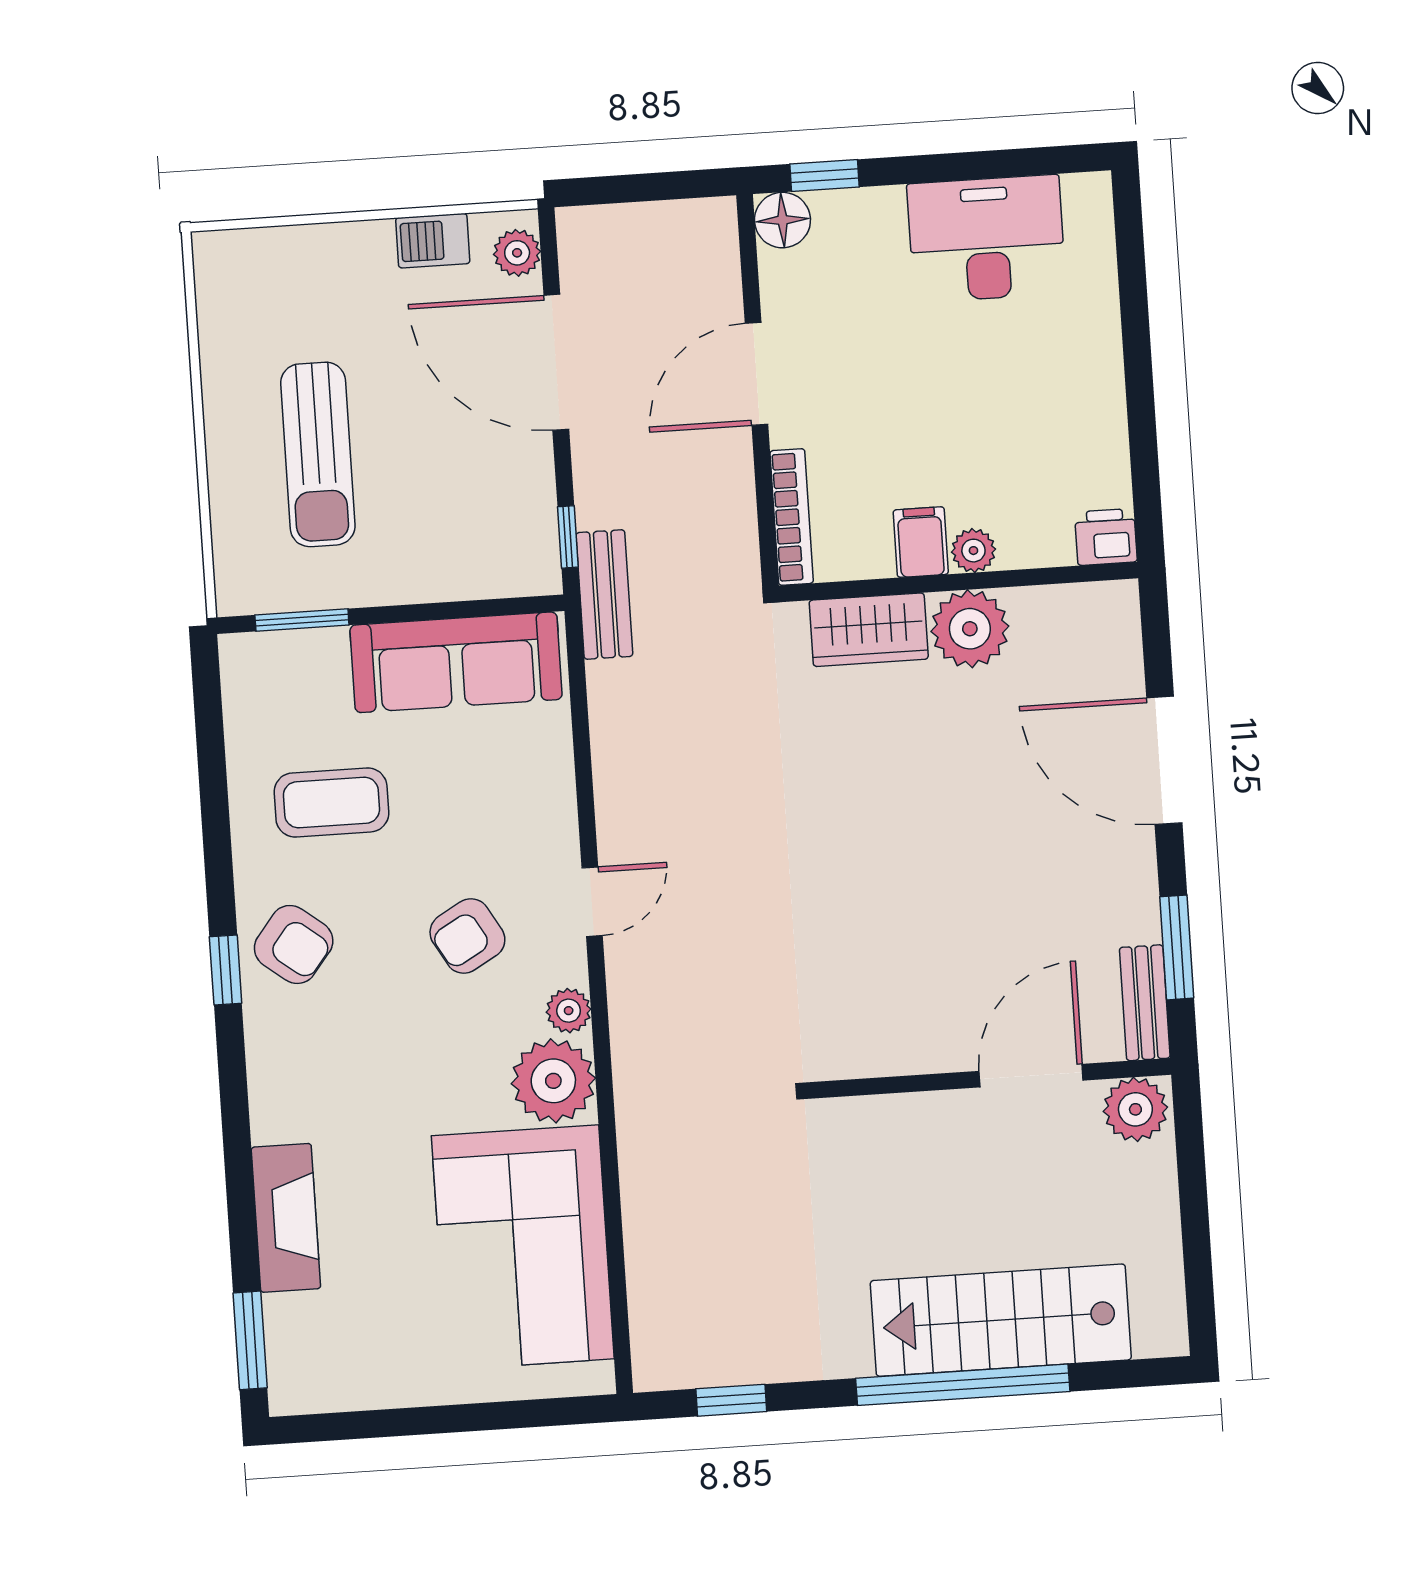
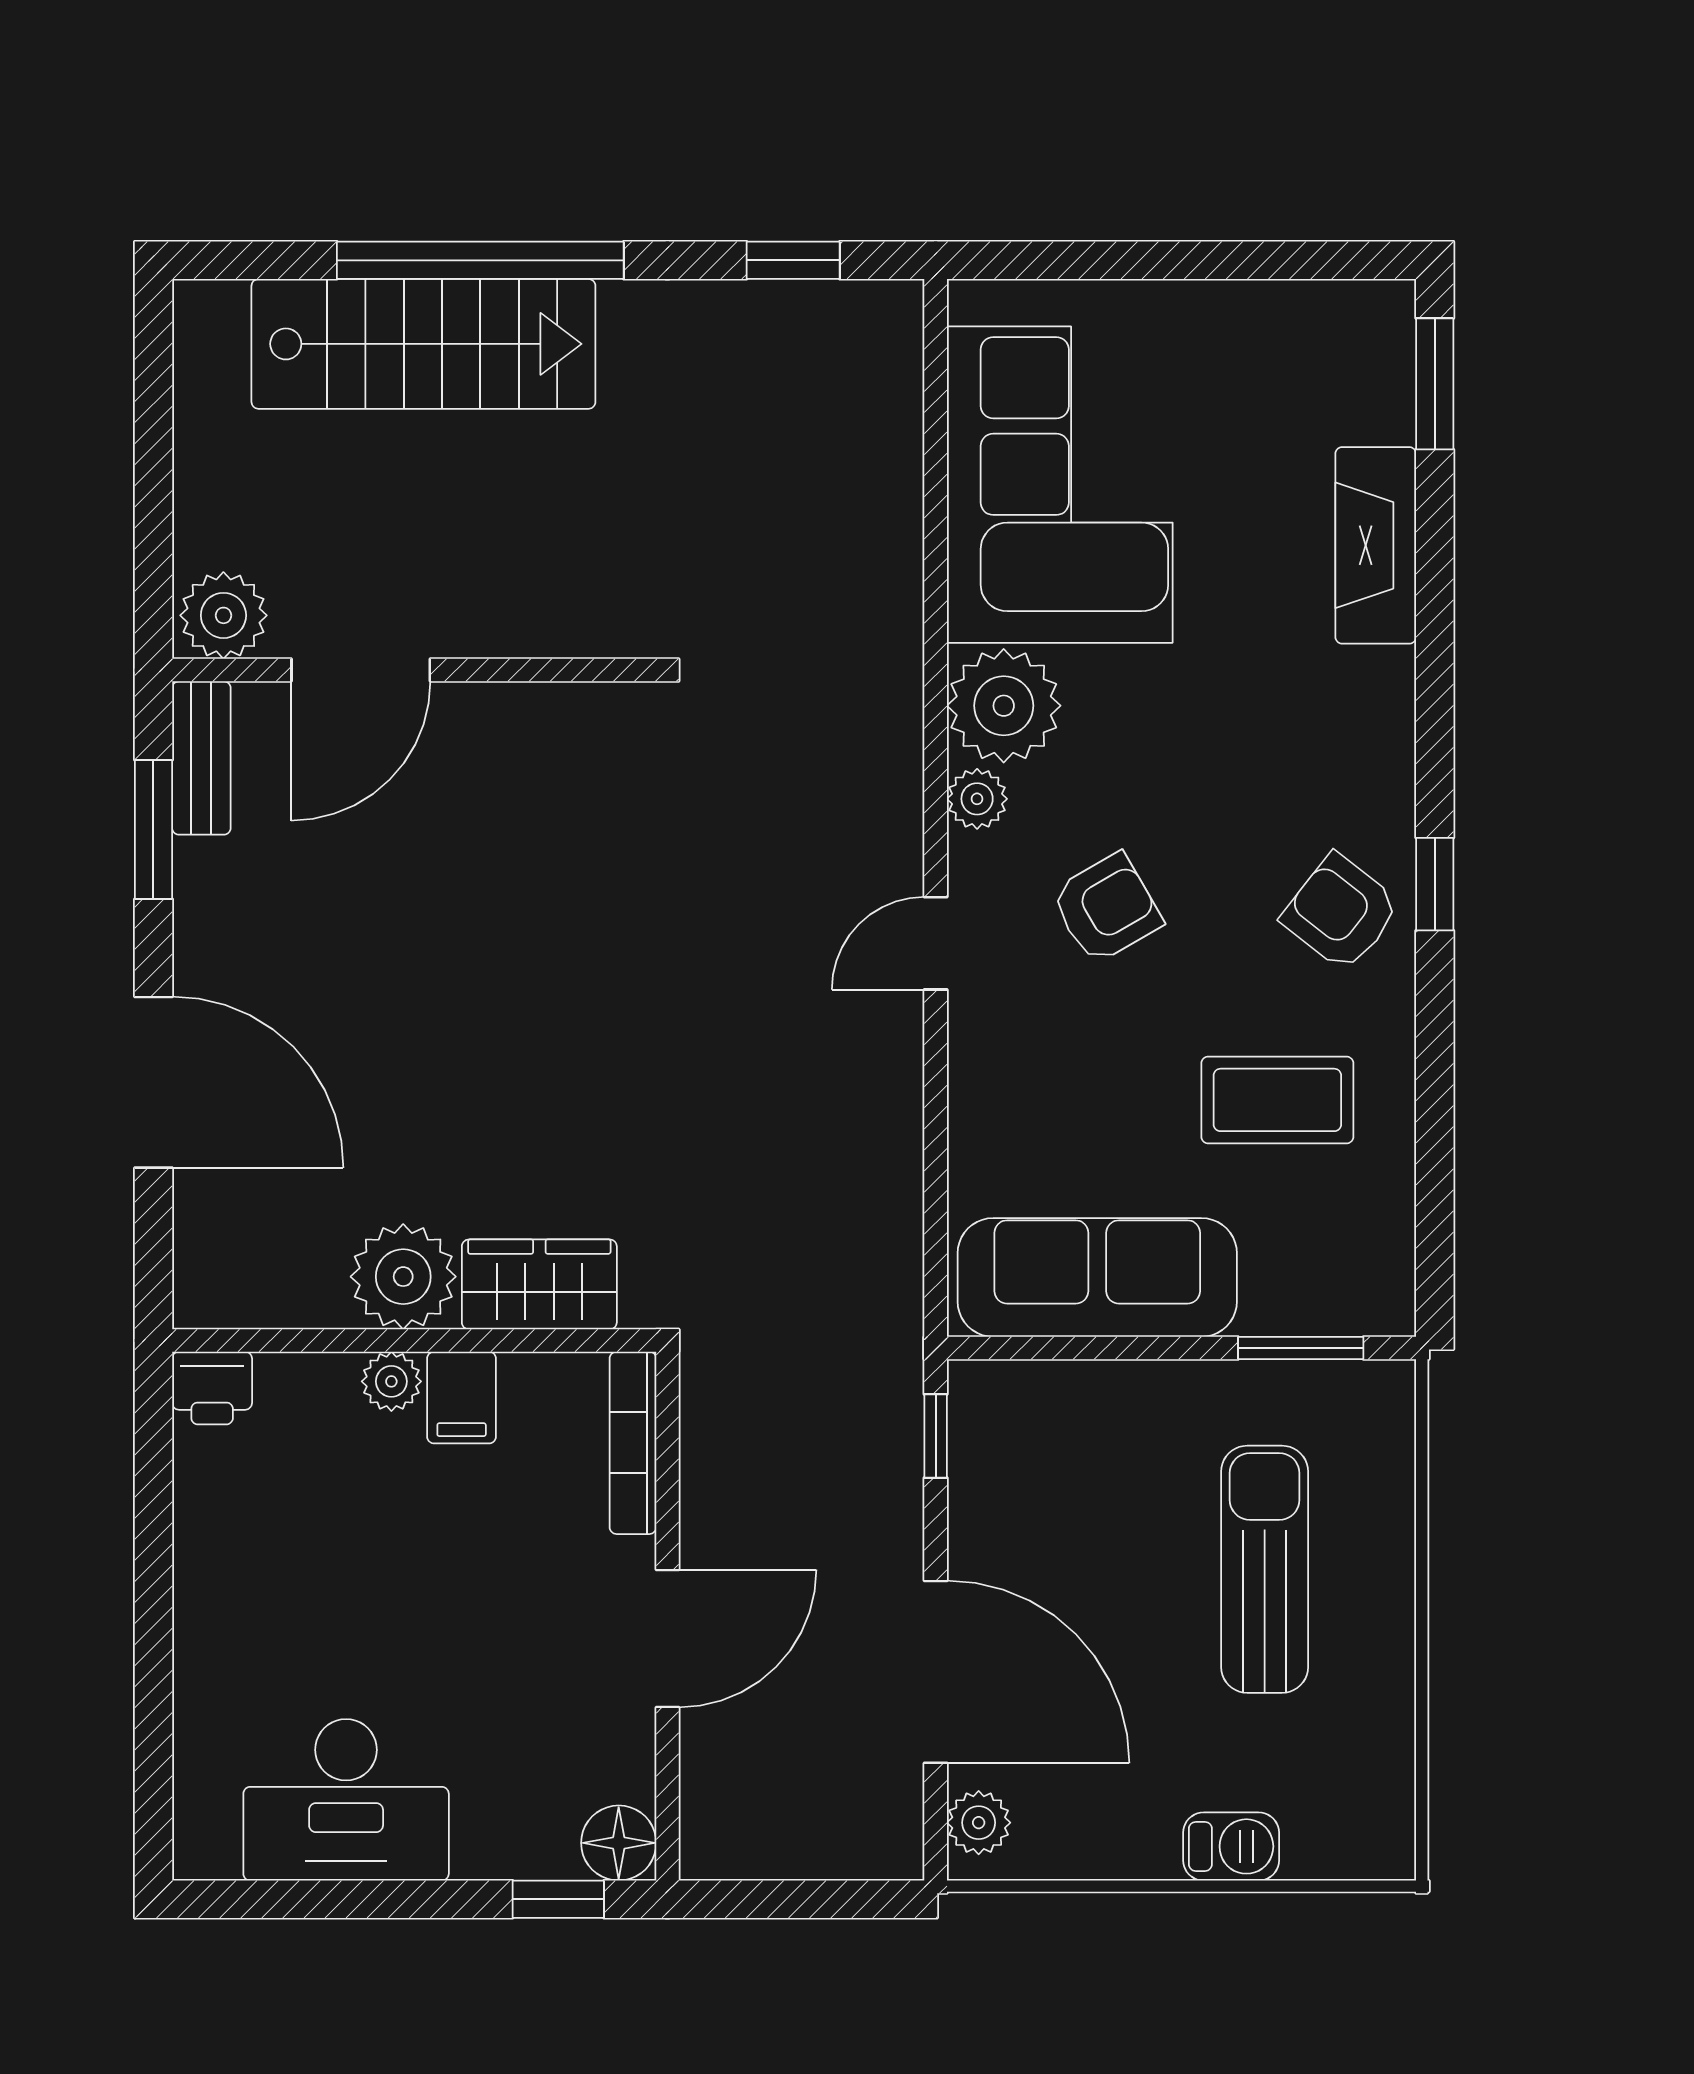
barbecue: (433, 241) -> (1231, 1846), moved
bench: (604, 594) -> (892, 1355), removed

